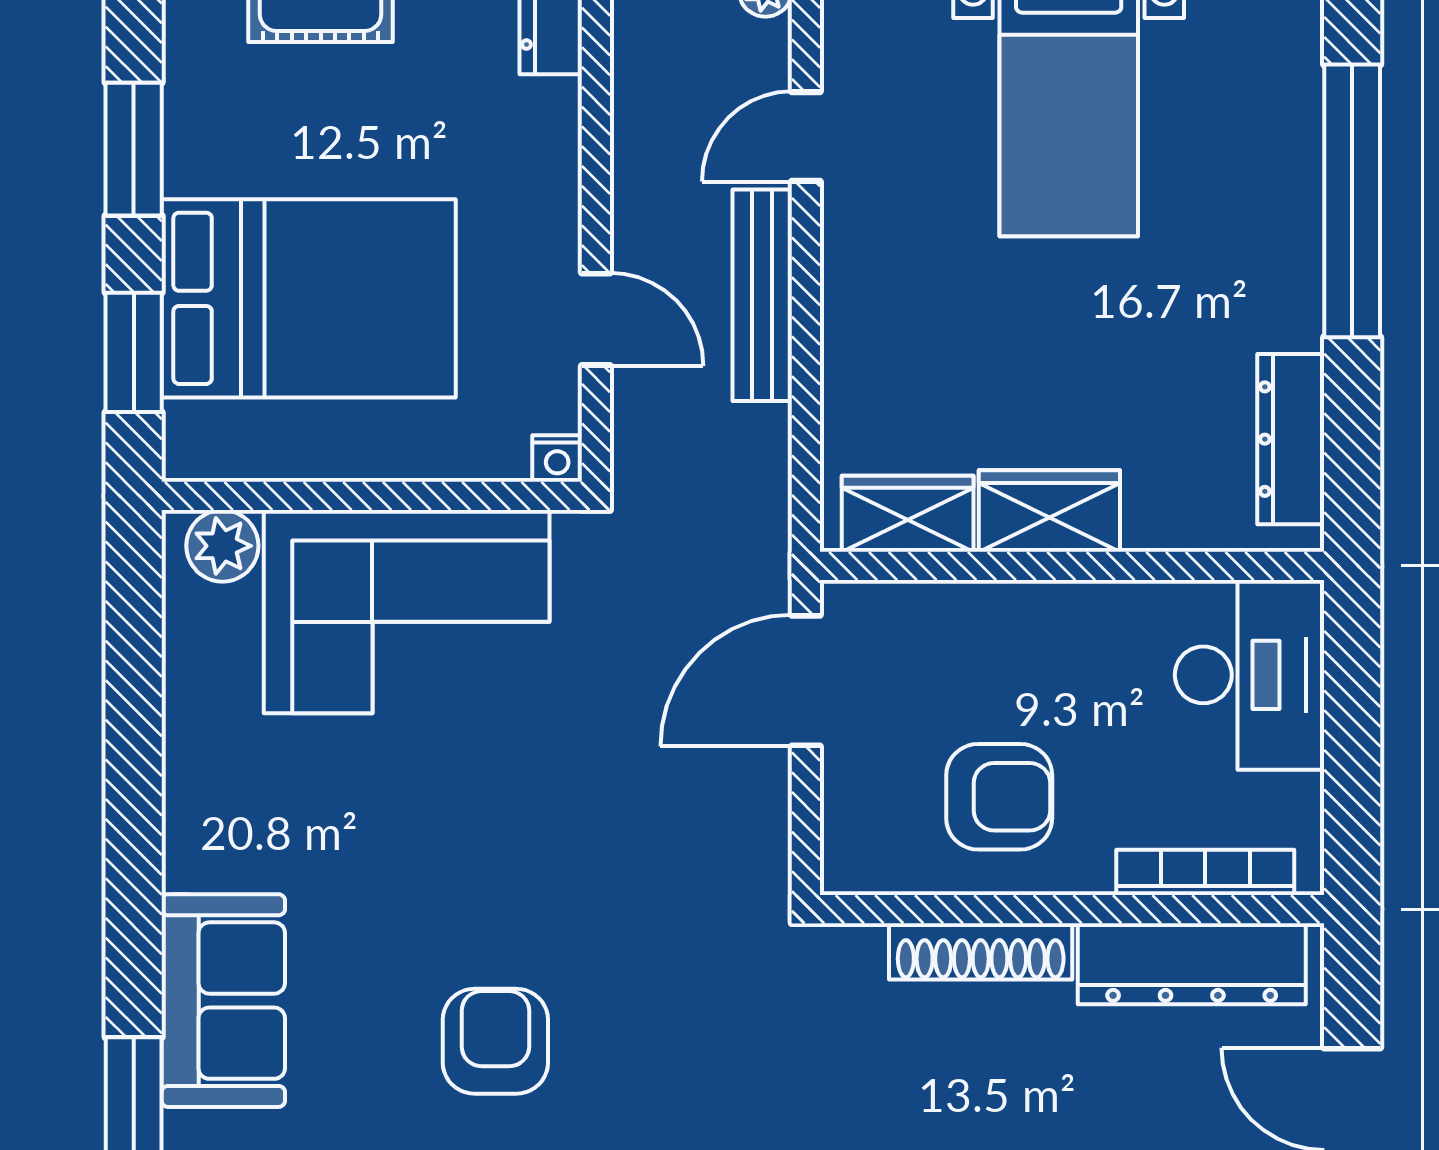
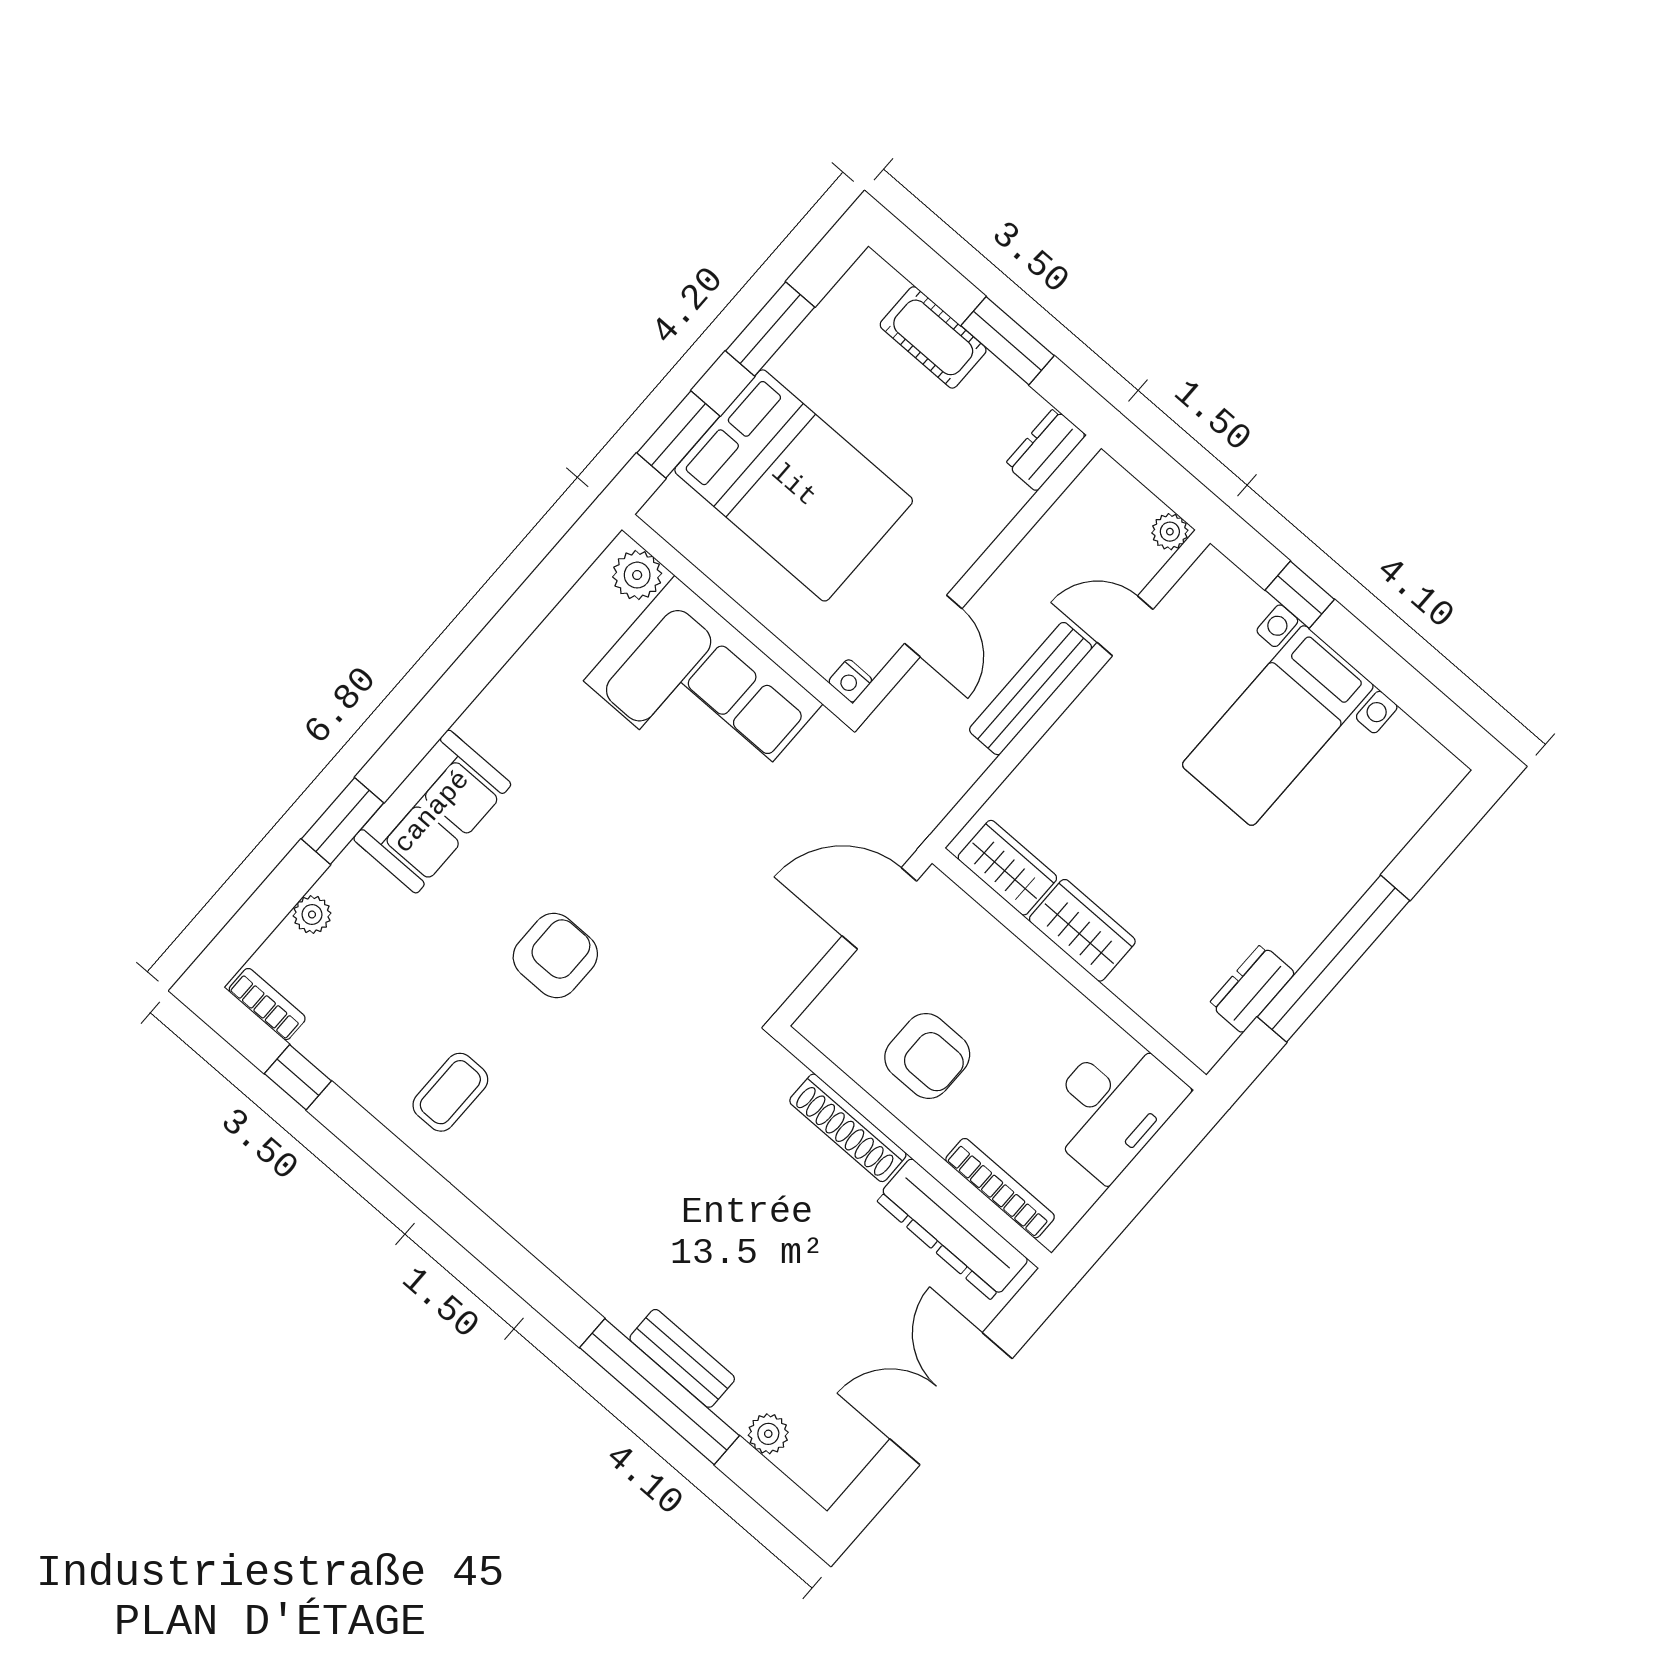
window: (1352, 201) -> (1334, 959), moved
dresser: (1291, 439) -> (1252, 988), width x0.70

